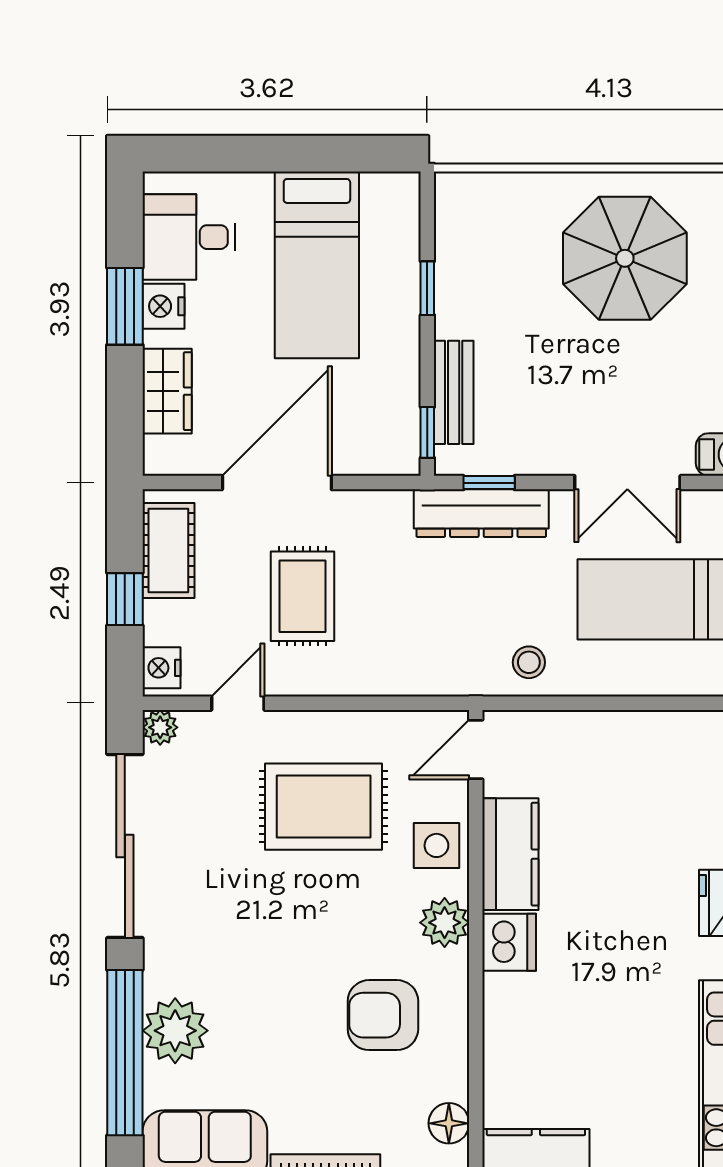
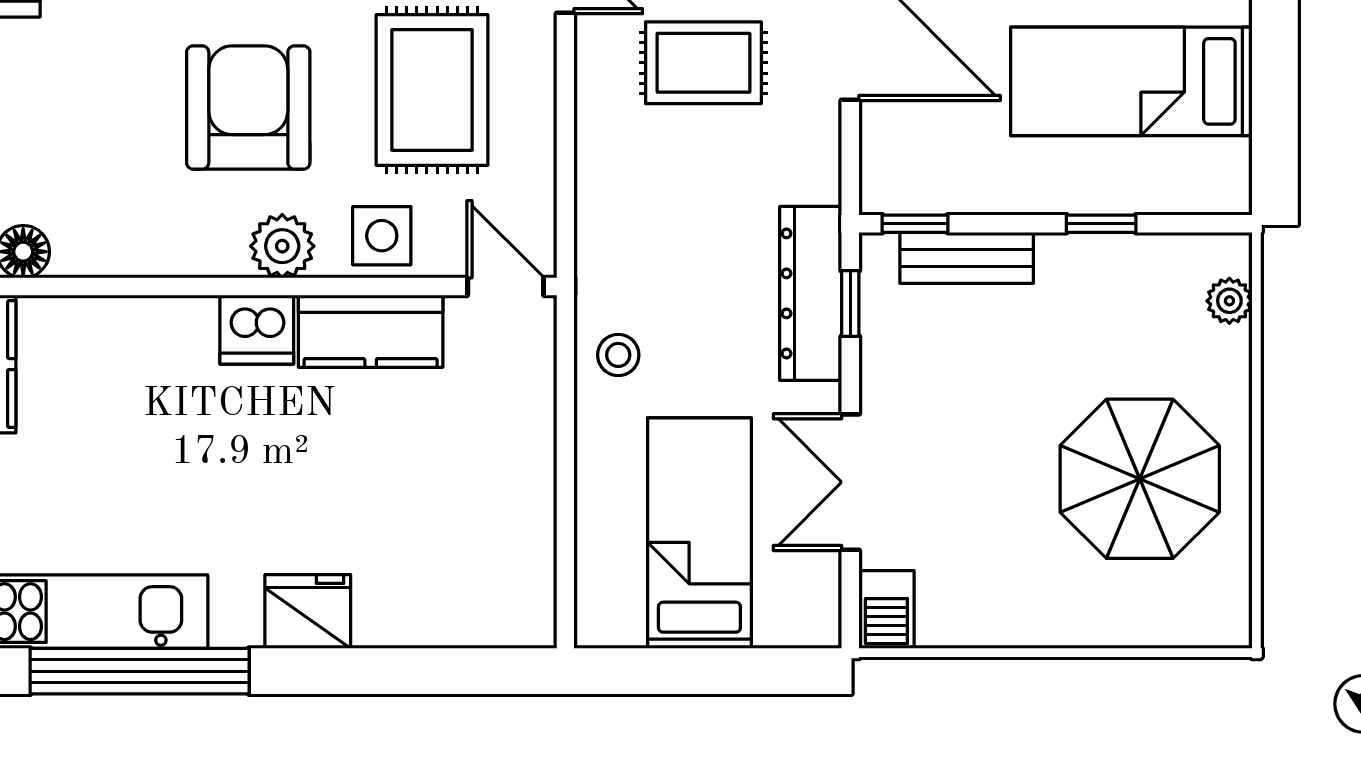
plant: (487, 189) -> (1229, 301), added
armchair: (383, 1015) -> (248, 108), moved, width x1.36, depth x1.36

